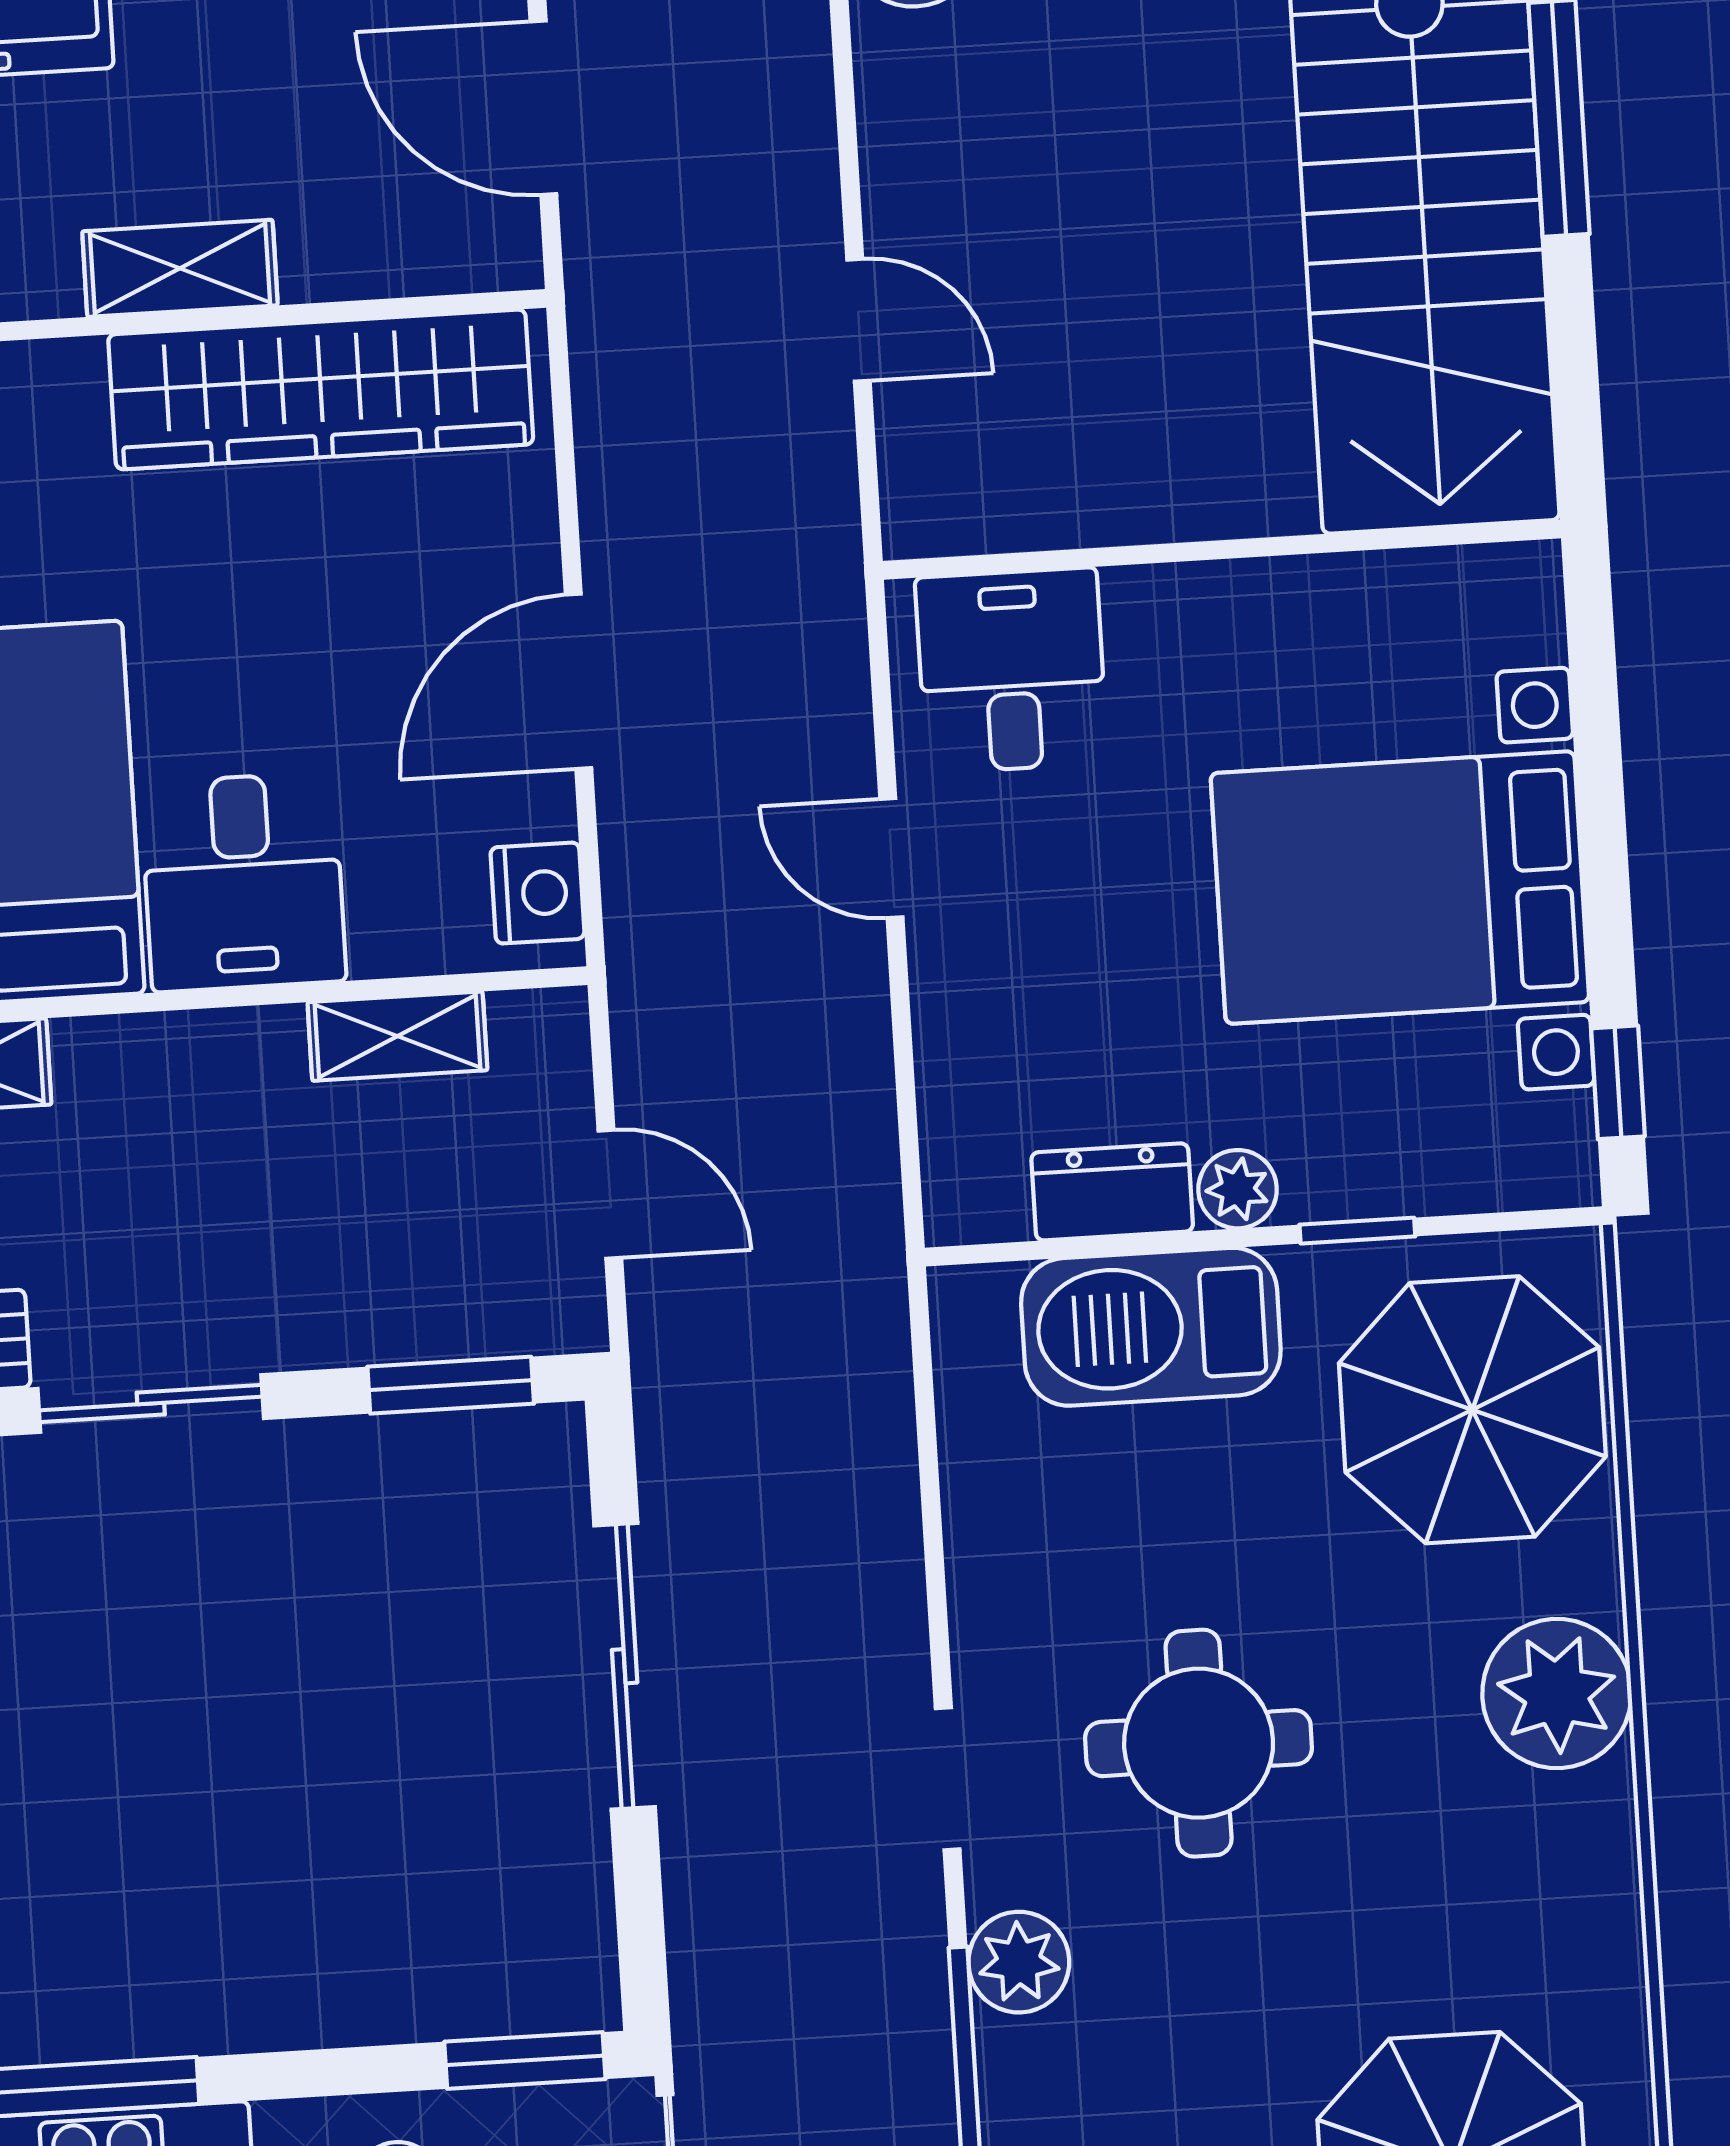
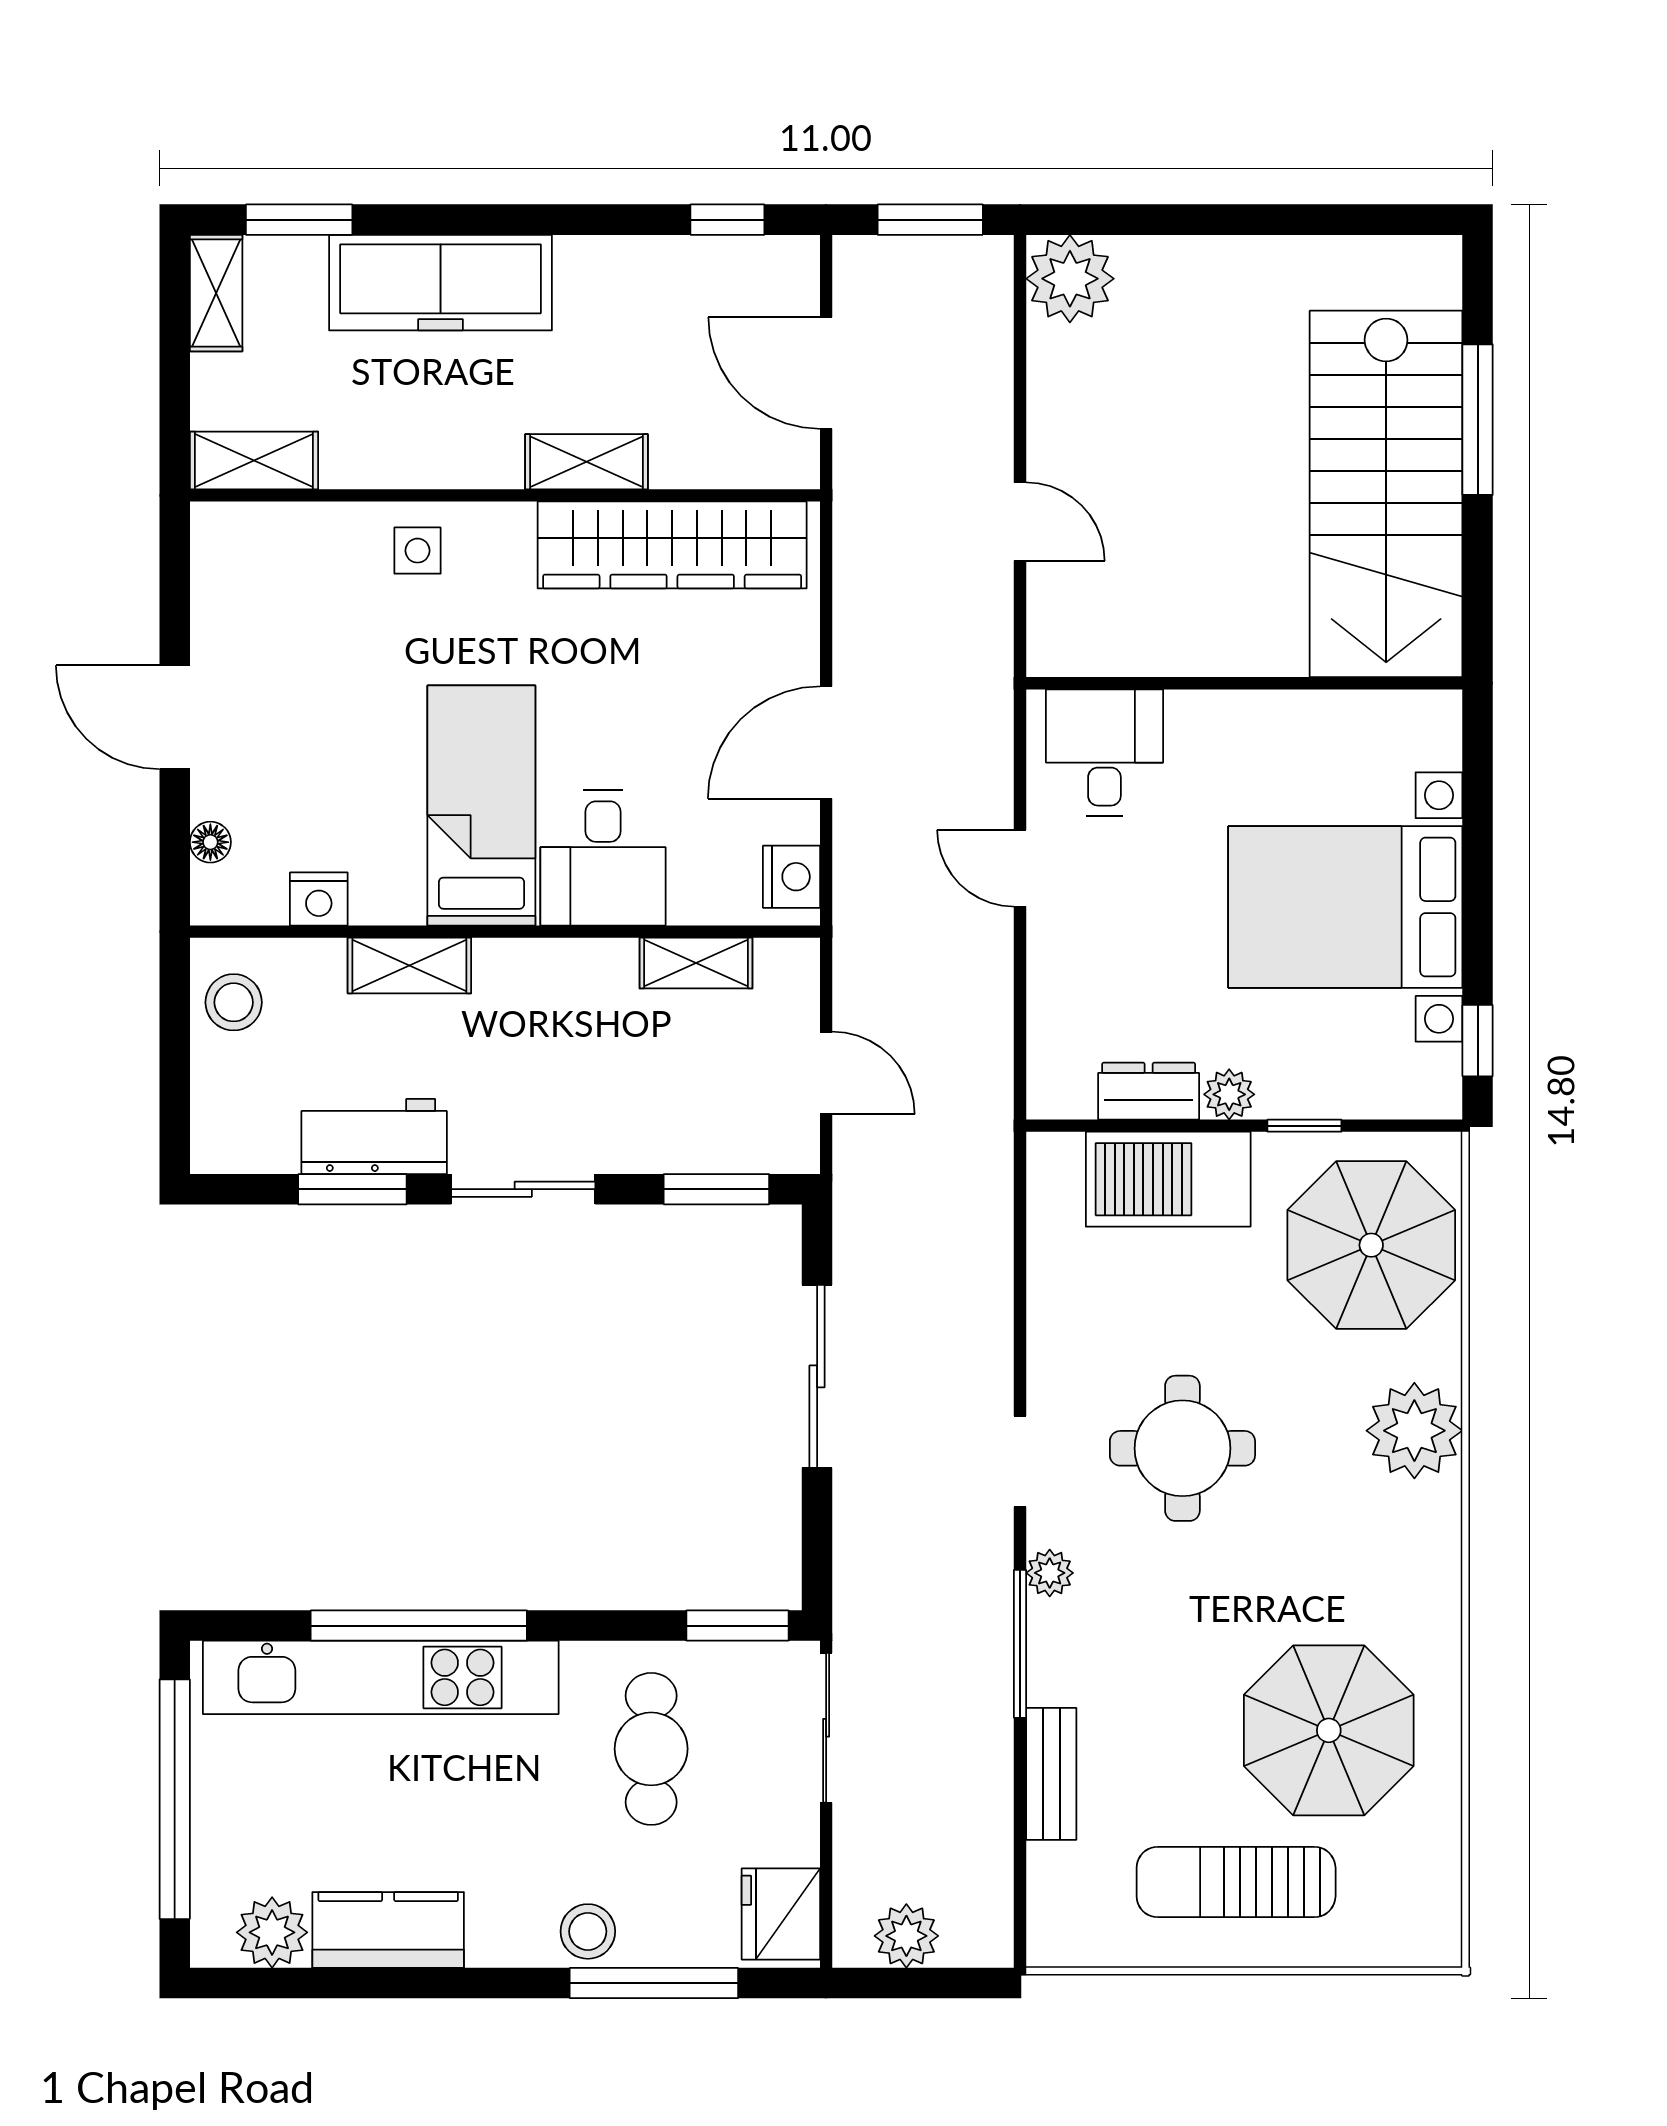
plant: (1019, 1962) -> (1050, 1573), width x0.73, depth x0.73

